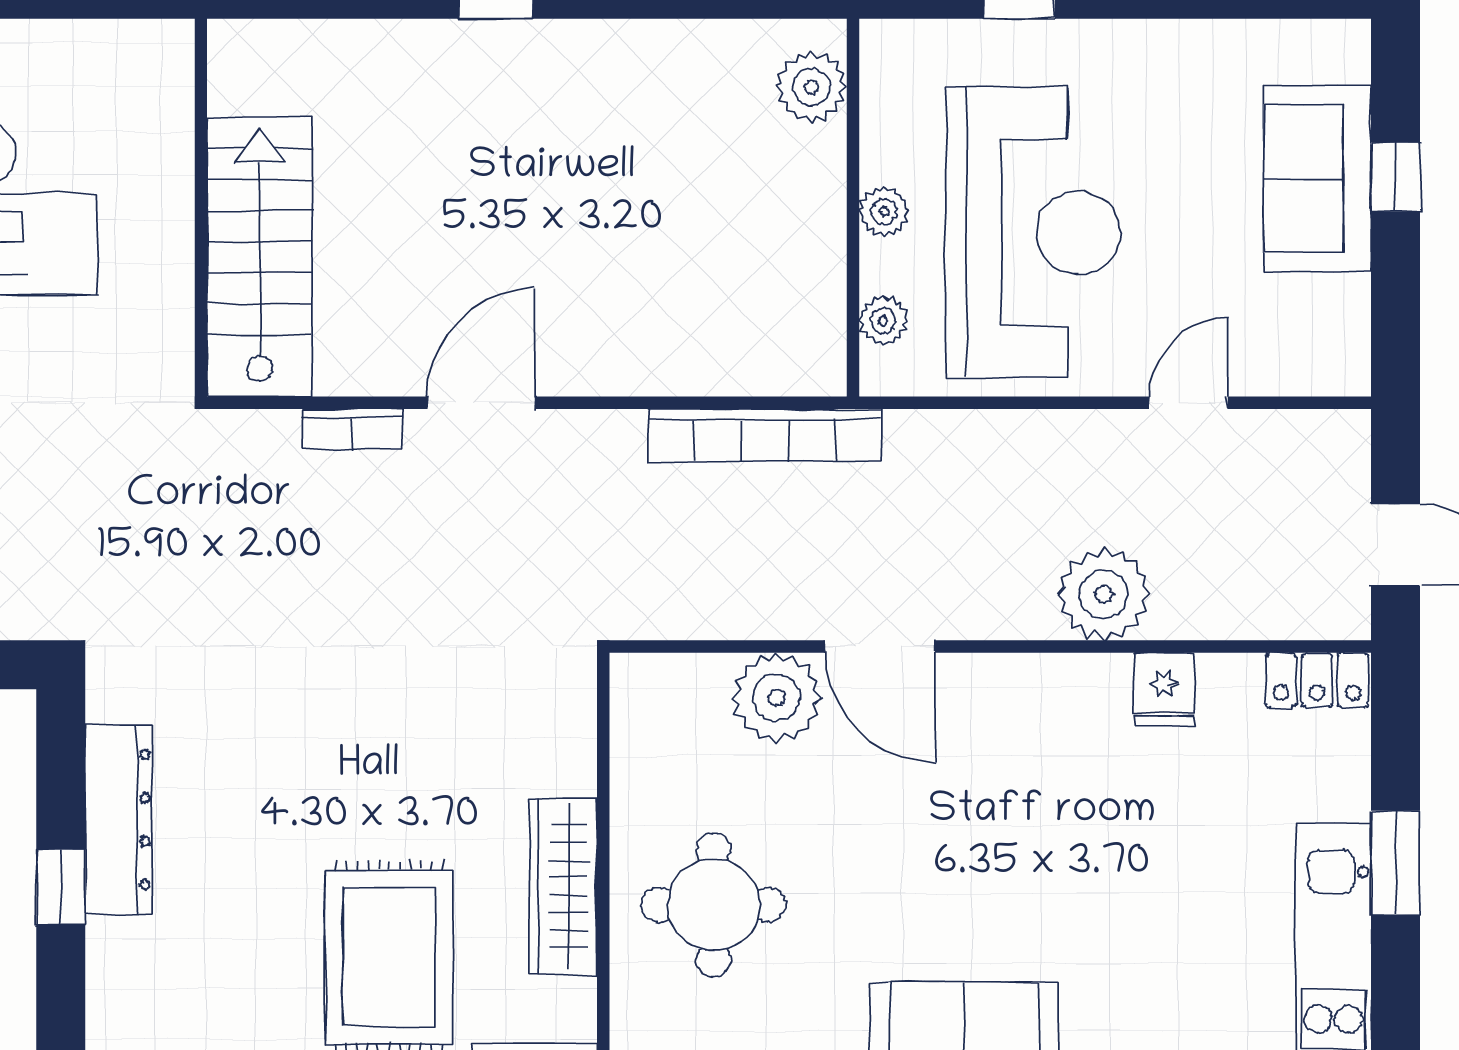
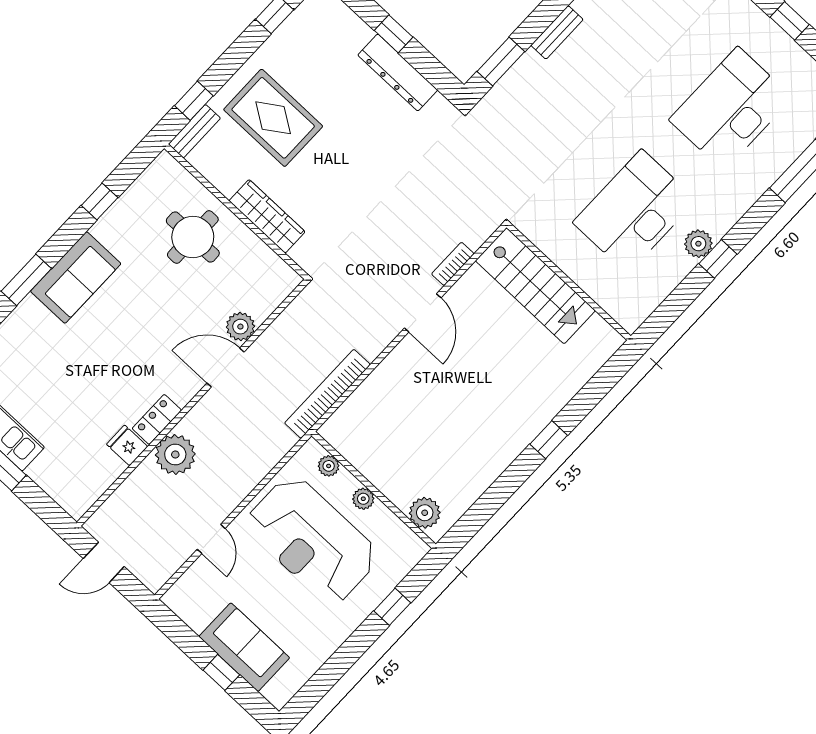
locker: (1317, 680) -> (157, 419), moved
plant: (777, 697) -> (240, 327), width x0.73, depth x0.73
wardrobe: (563, 886) -> (267, 216), moved

